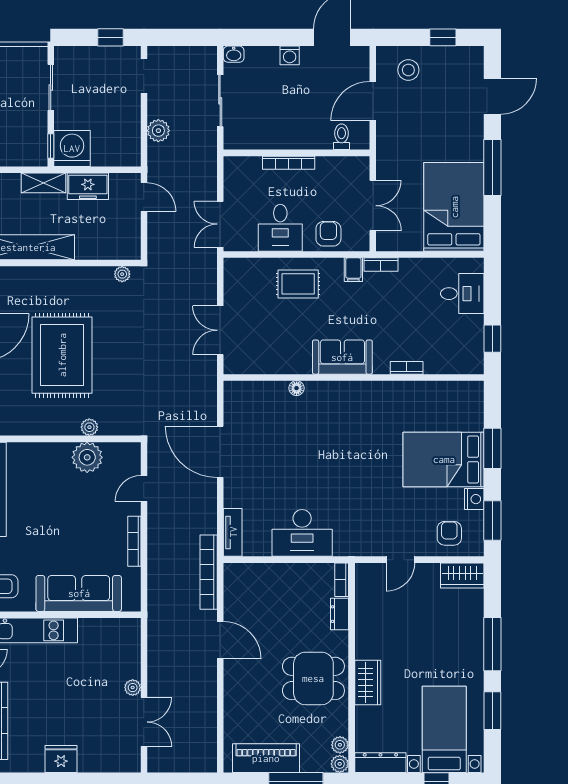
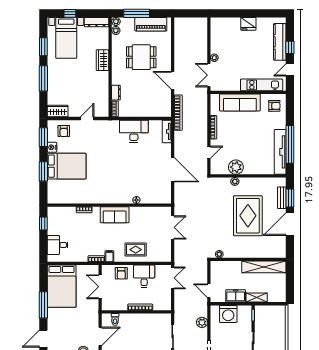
washing machine: (72, 148) -> (228, 314), moved
dining table: (313, 678) -> (141, 57), moved
double door: (144, 722) -> (209, 75), moved

